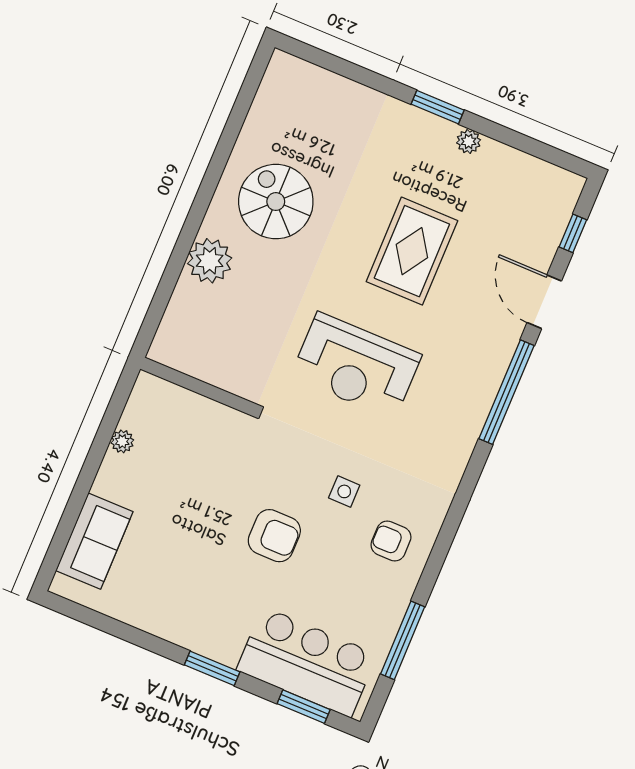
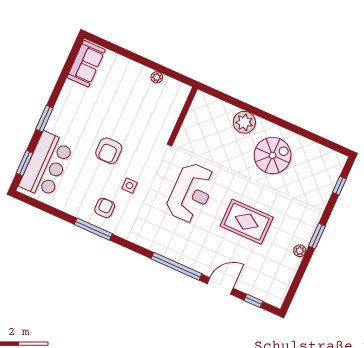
window: (334, 64) -> (339, 186), added
reception desk: (356, 366) -> (191, 193), turned 180
sofa: (94, 541) -> (86, 64), moved, turned -90
window: (403, 640) -> (93, 229), moved

